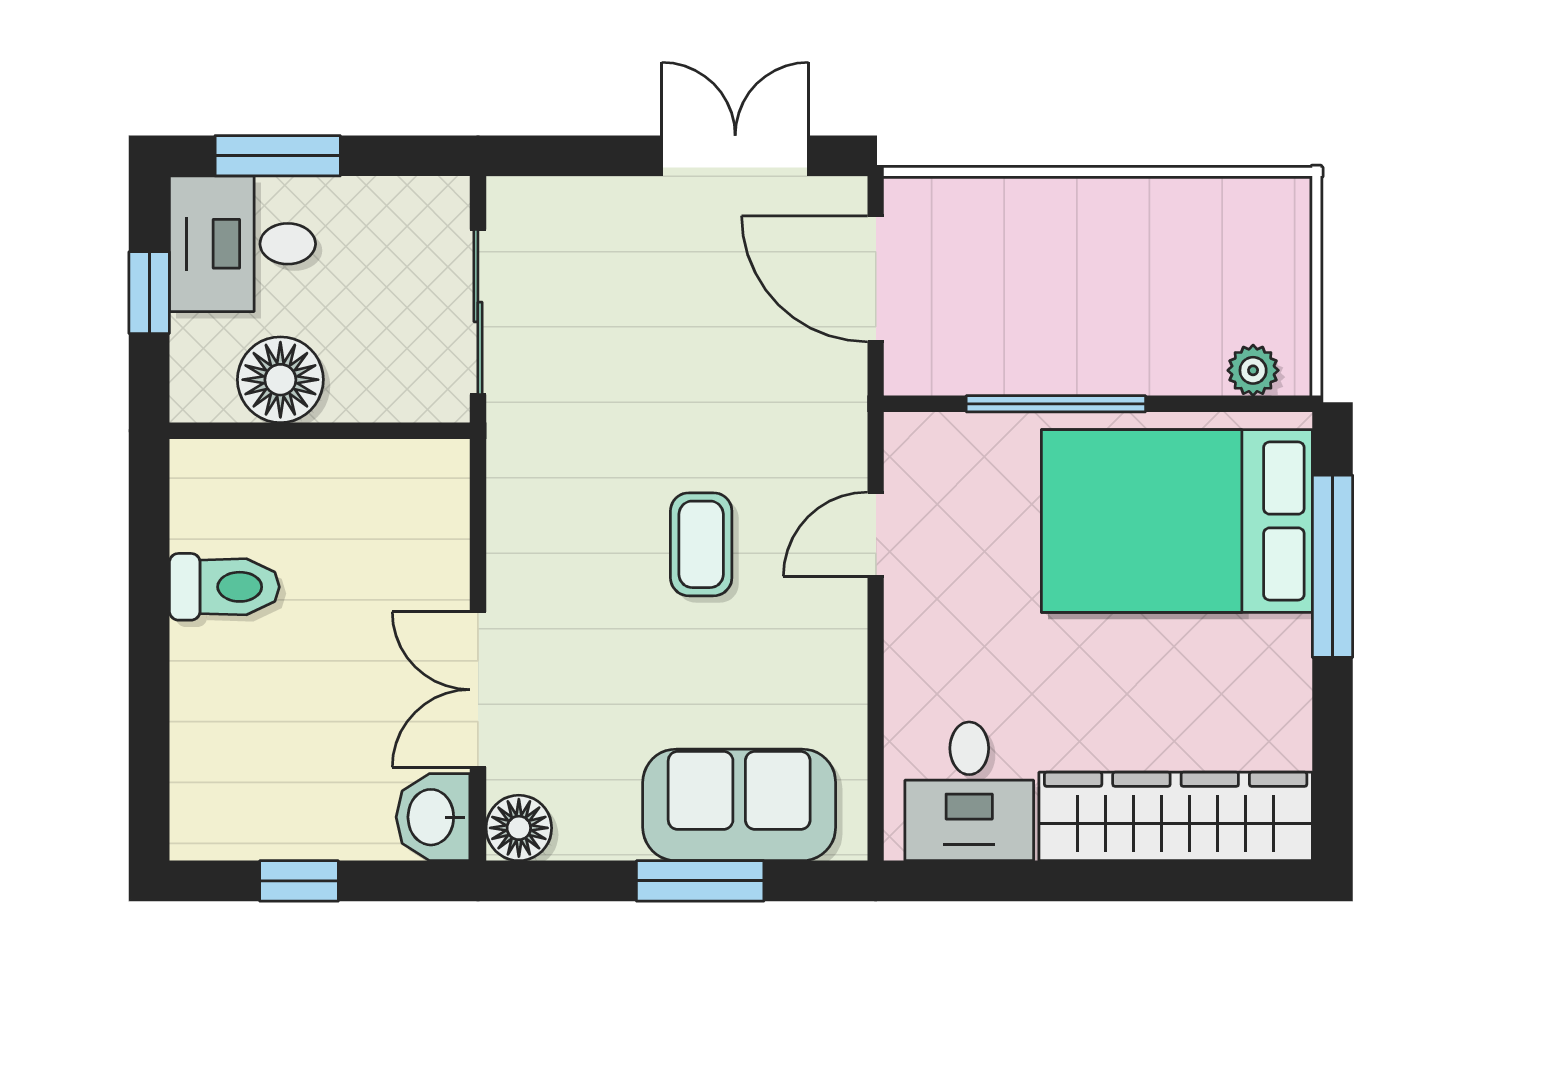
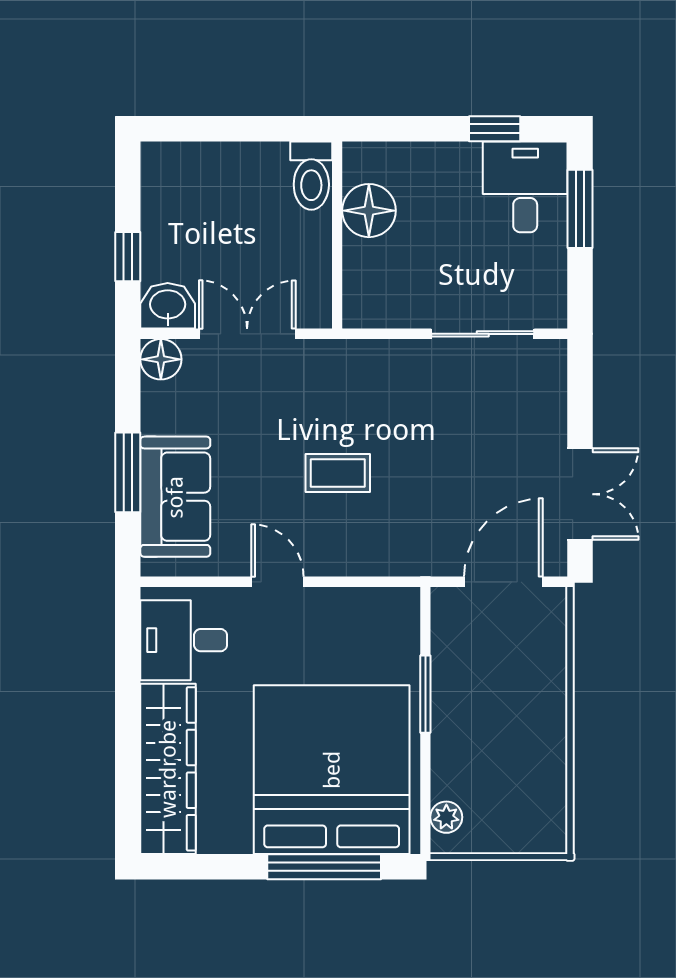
floor lamp: (280, 380) -> (369, 211), moved
window: (1056, 404) -> (425, 694), width x0.69
wall: (320, 431) -> (337, 235), moved
bed: (1177, 521) -> (332, 770), width x1.36
door: (876, 534) -> (277, 582), moved
window: (299, 881) -> (128, 257), moved

